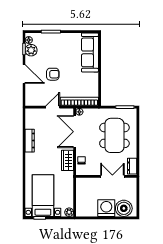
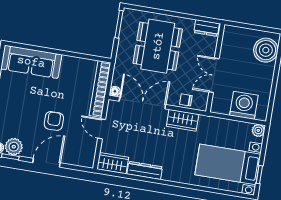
wardrobe: (31, 118) -> (113, 163), added
double door: (75, 132) -> (142, 103), swing flipped
dining table: (114, 135) -> (158, 46), turned 90
double door: (112, 176) -> (214, 75), moved
washing machine: (106, 208) -> (244, 105), moved, turned 90

